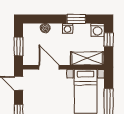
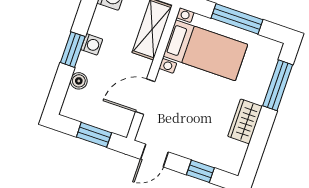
window: (76, 19) -> (73, 50), moved

